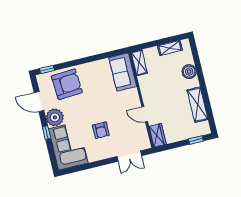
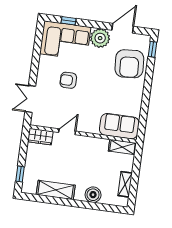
window: (47, 133) -> (69, 21), moved

